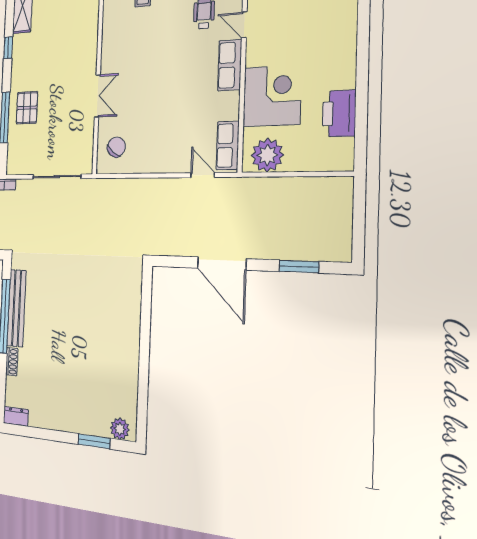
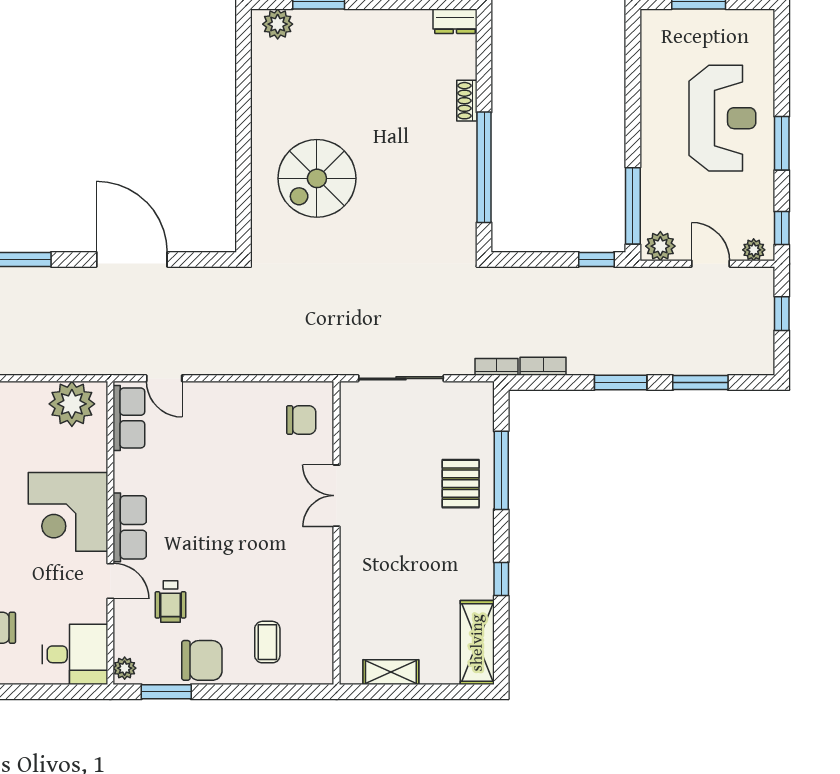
corner desk: (272, 96) -> (68, 512), moved
chair: (116, 147) -> (301, 420), turned -128
bench: (17, 308) -> (463, 181), removed
spiral stairs: (100, 316) -> (317, 178), added

